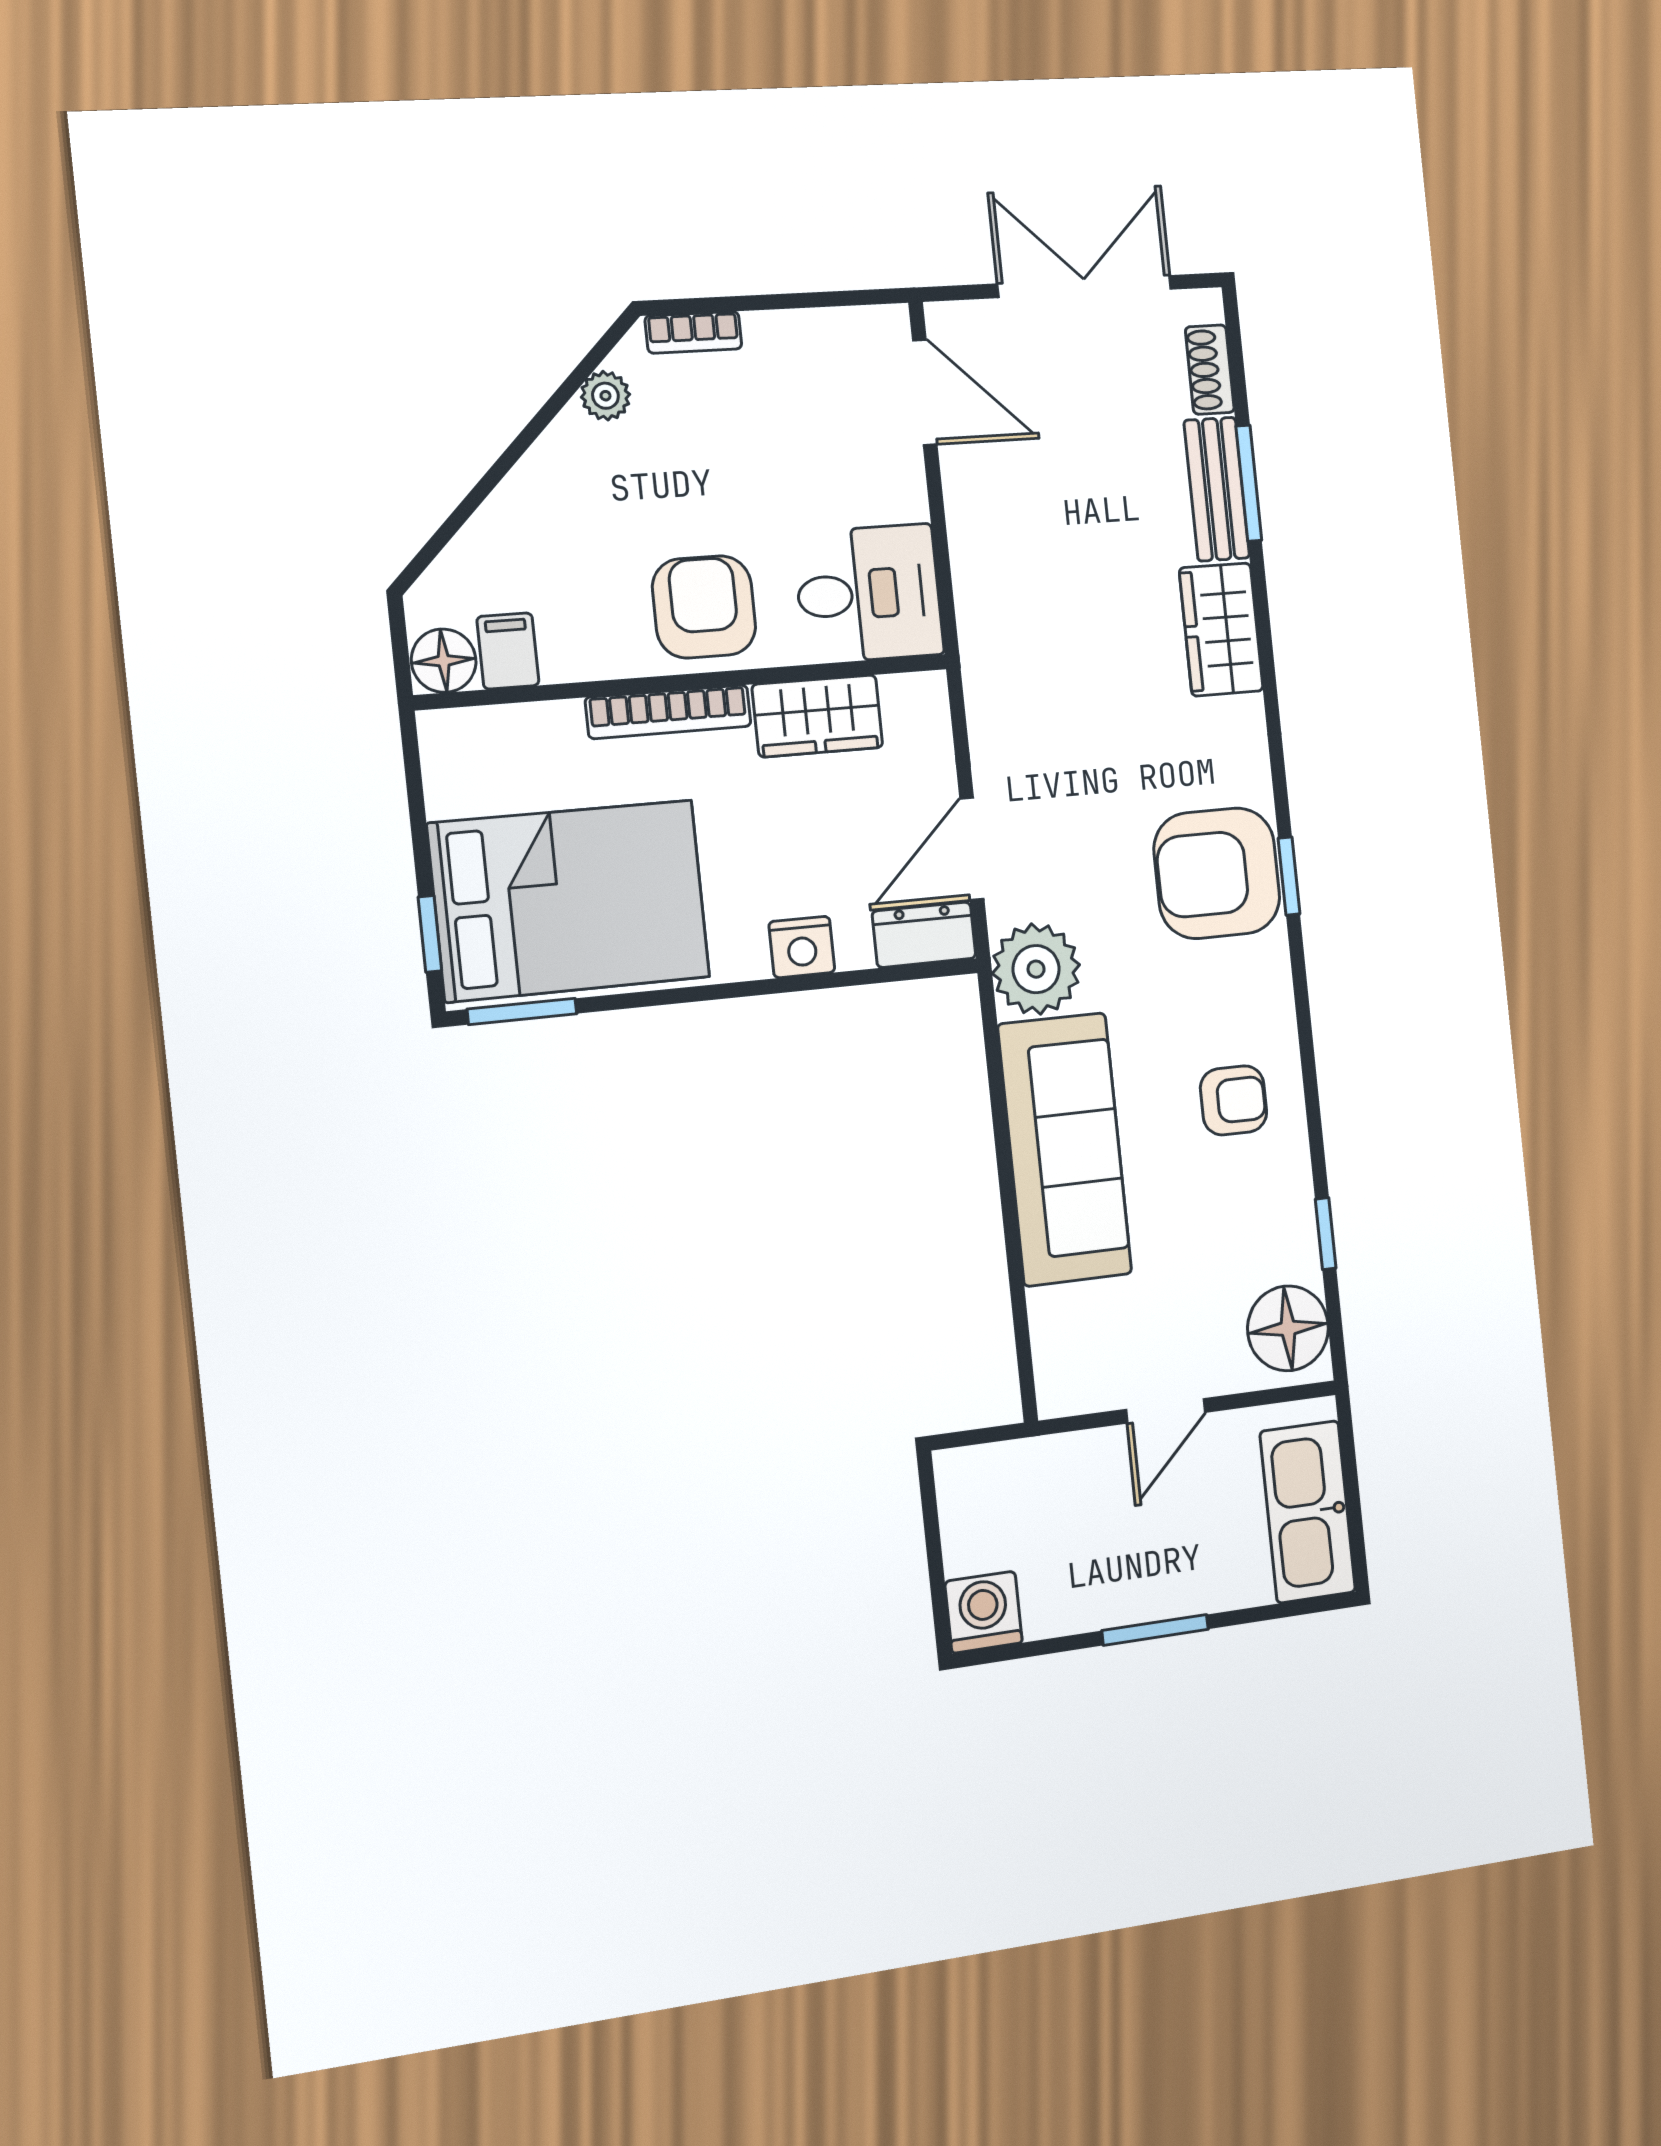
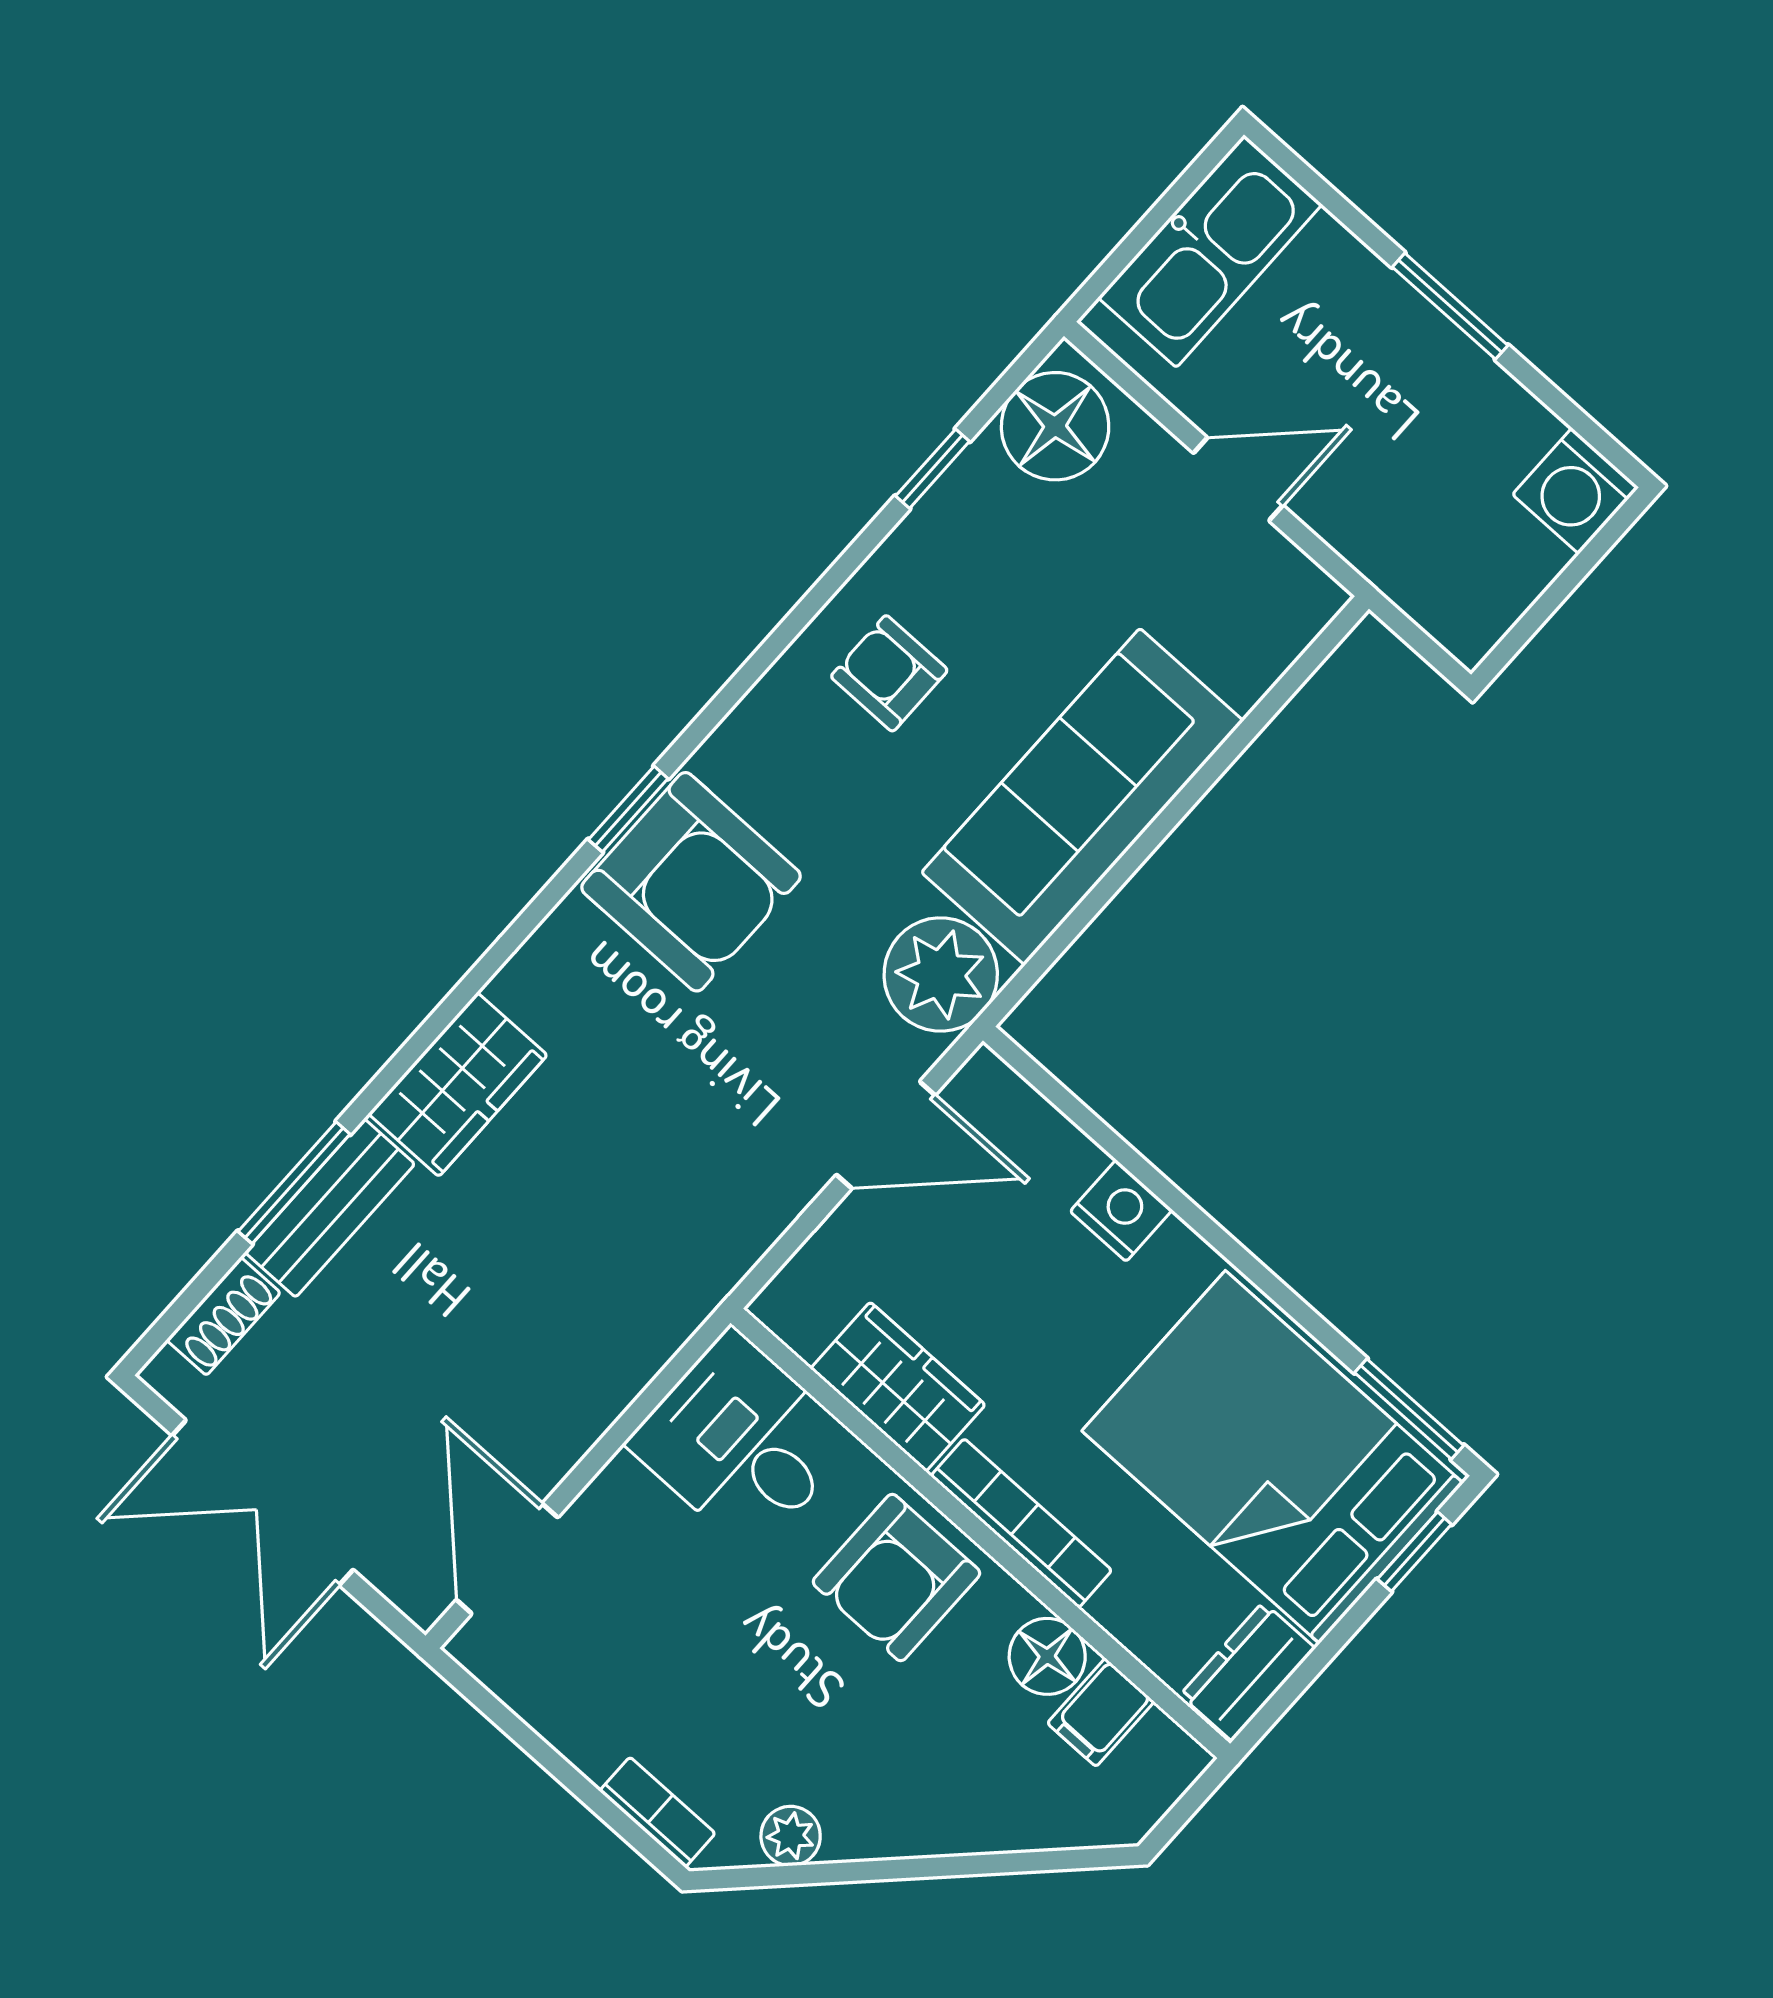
floor lamp: (444, 661) -> (1047, 1656), moved
dresser: (924, 935) -> (1248, 1672), moved, turned 90

